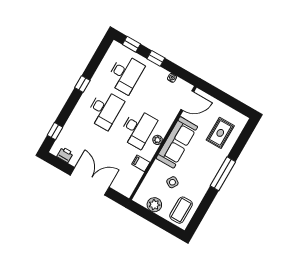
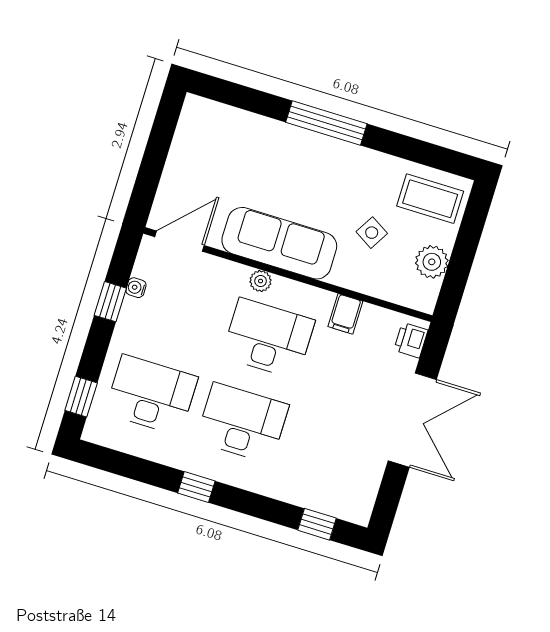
window: (156, 58) -> (110, 302), moved
door: (187, 101) -> (180, 241), hinge flipped
rug: (220, 133) -> (235, 150), removed
plant: (158, 140) -> (261, 281), moved
printer: (65, 155) -> (411, 340), moved
double door: (90, 181) -> (412, 420), swing flipped

